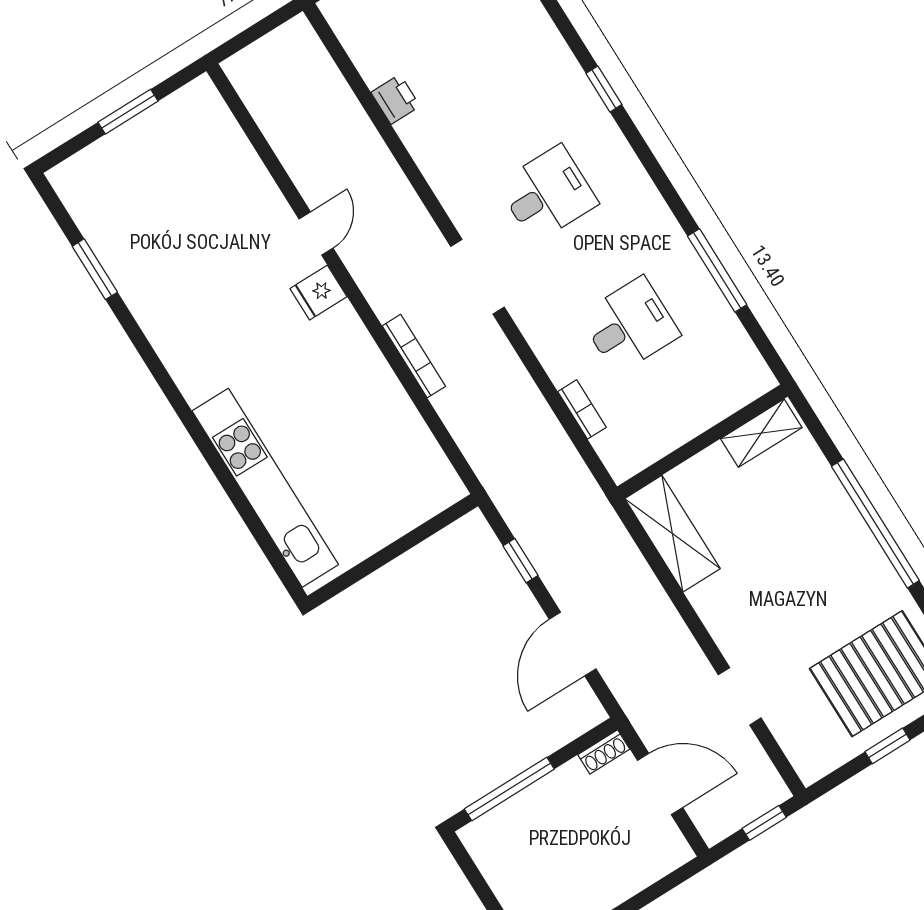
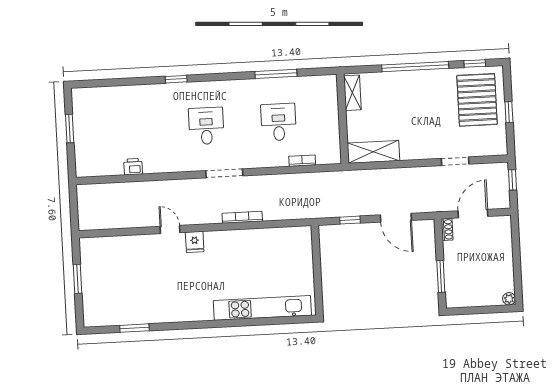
window: (509, 789) -> (441, 276), width x0.69

